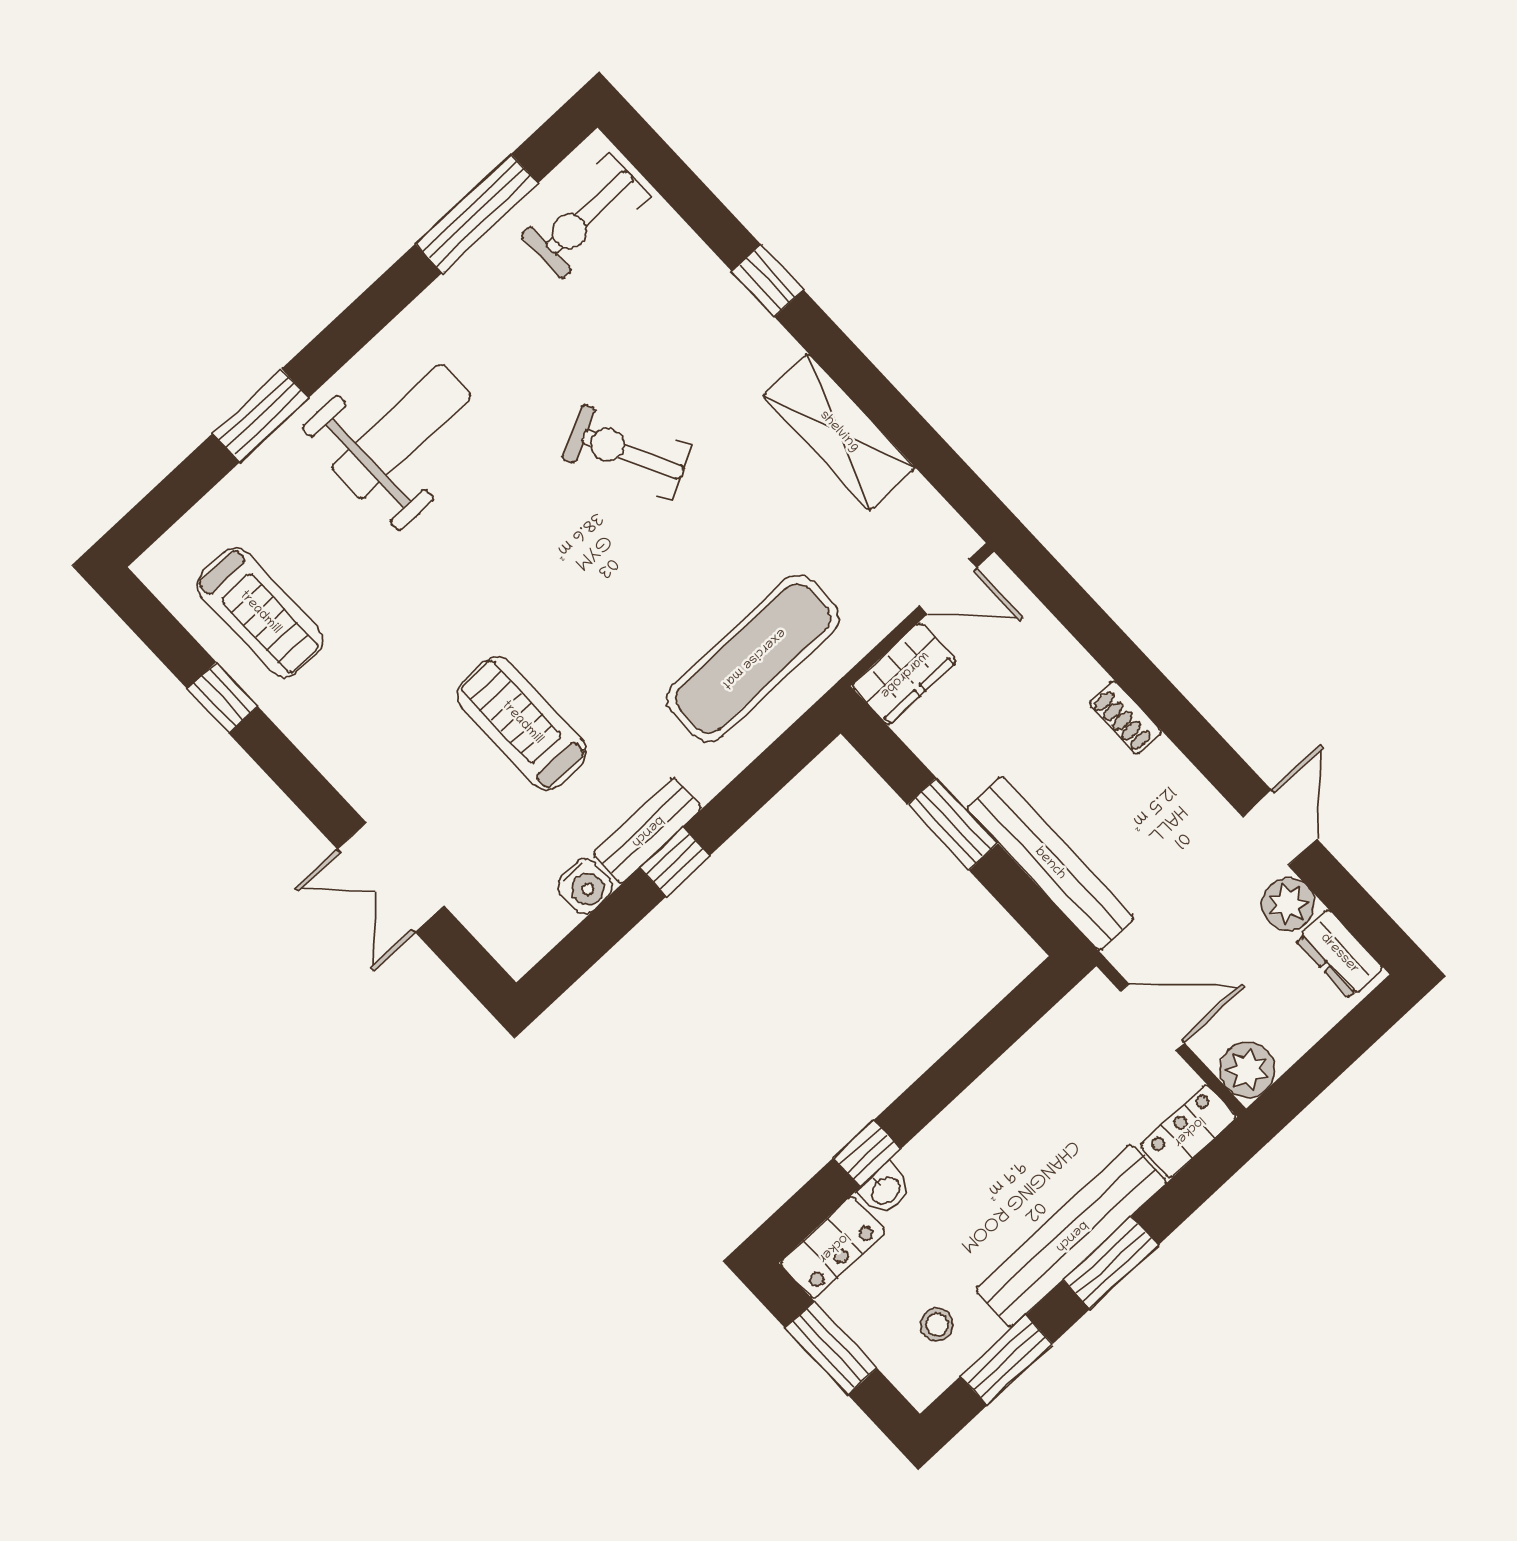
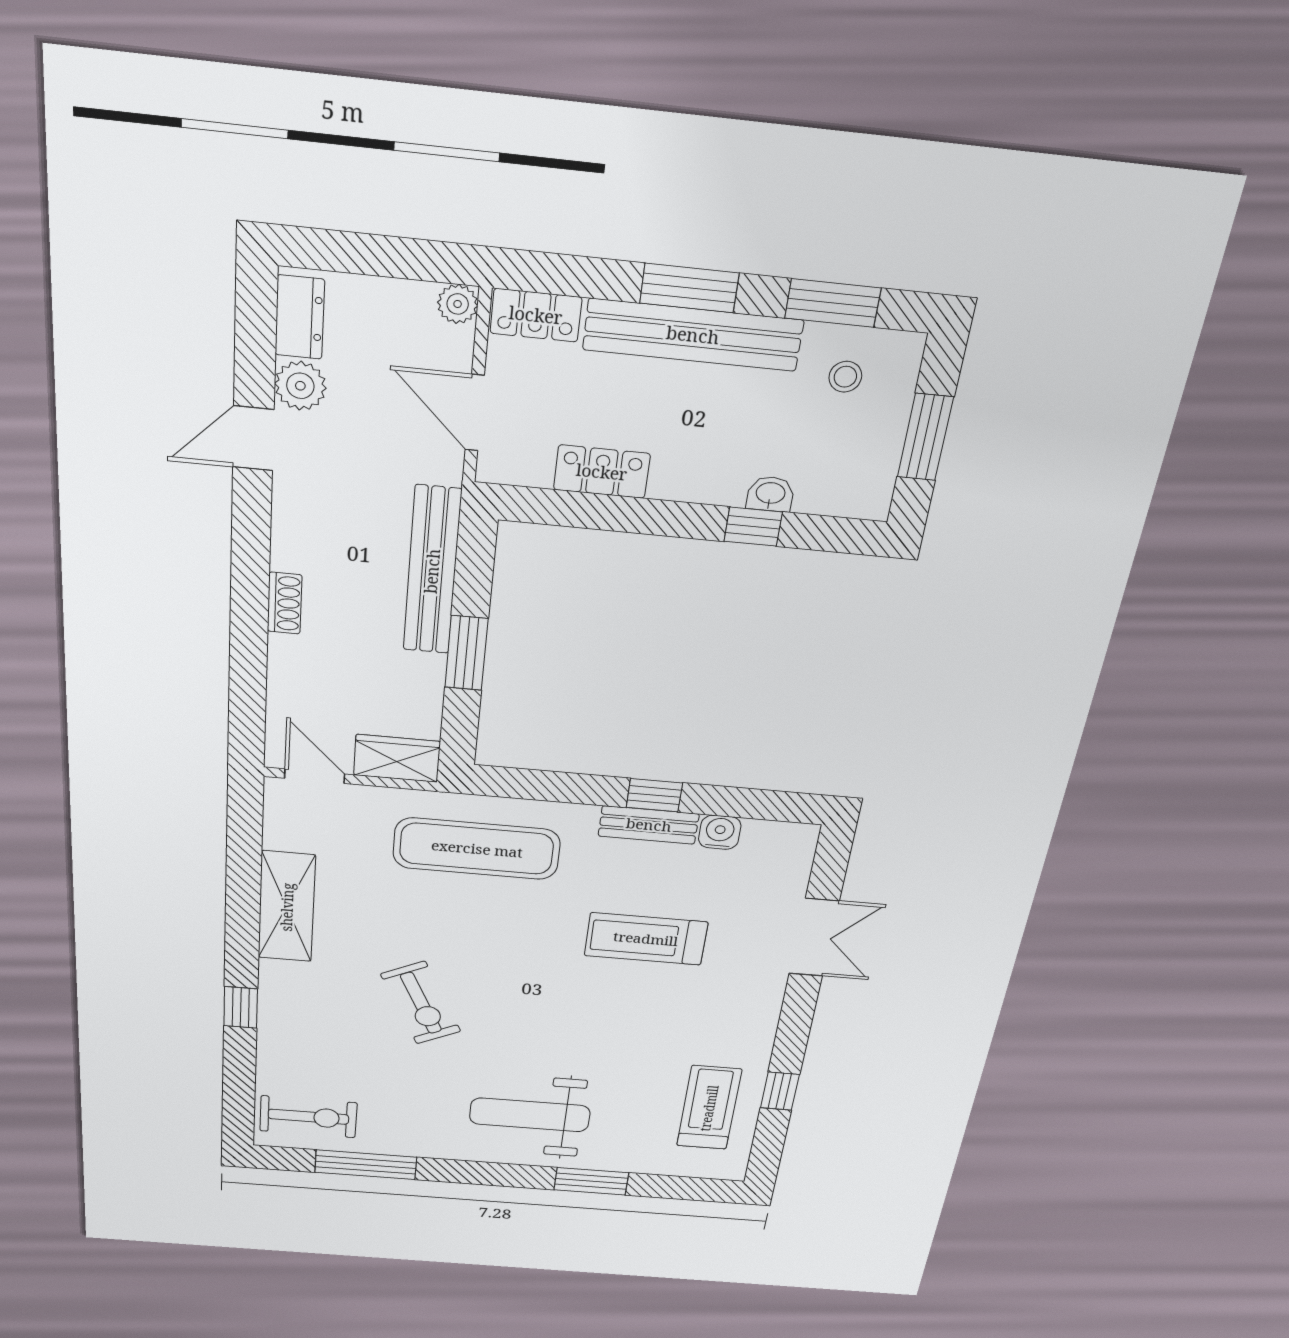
treadmill: (522, 723) -> (646, 939), turned 90
plant: (1247, 1070) -> (458, 304), width x0.73, depth x0.73
locker: (833, 1247) -> (602, 472), moved

